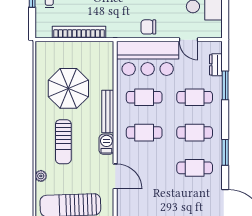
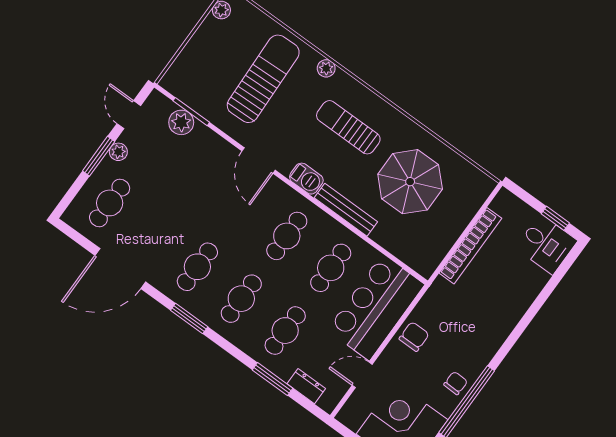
door: (115, 176) -> (259, 160), hinge flipped

